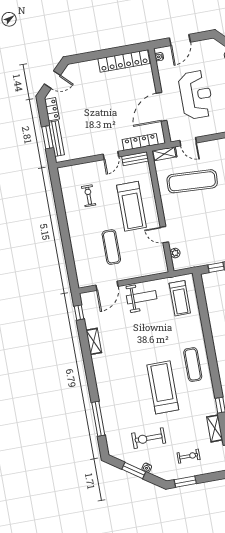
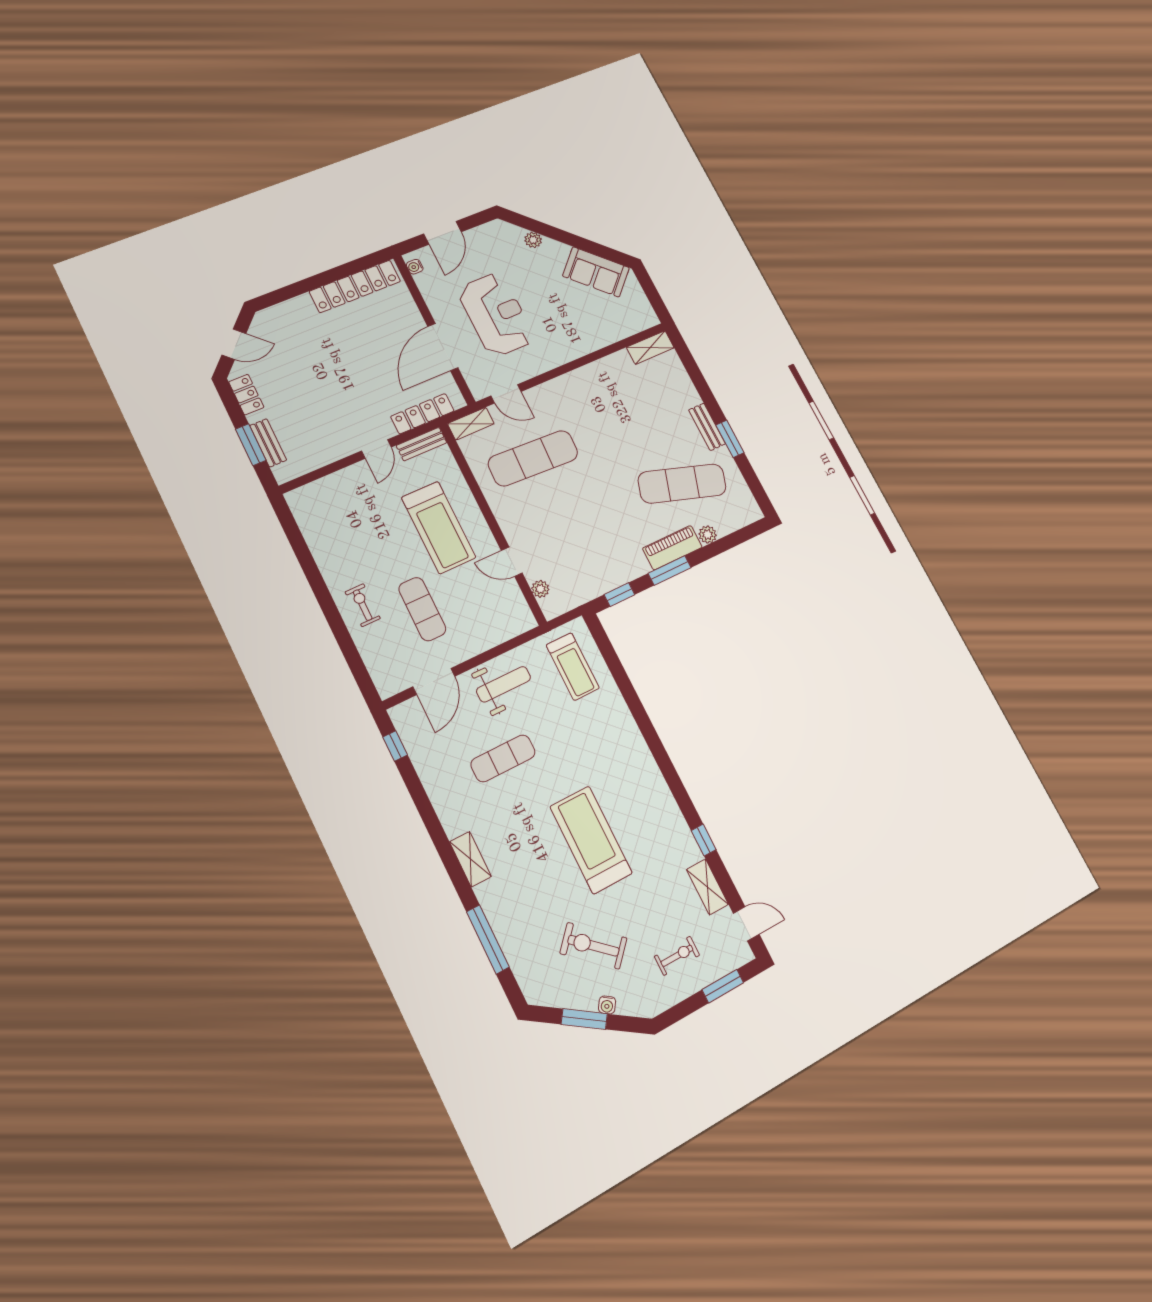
bench: (56, 138) -> (268, 443), width x0.73
exercise bike: (89, 196) -> (363, 605), moved
shelving: (94, 341) -> (470, 859), moved
exercise mat: (193, 365) -> (503, 758), moved, turned 90
exercise bike: (149, 438) -> (593, 946), turned 42
window: (185, 482) -> (723, 986), moved

